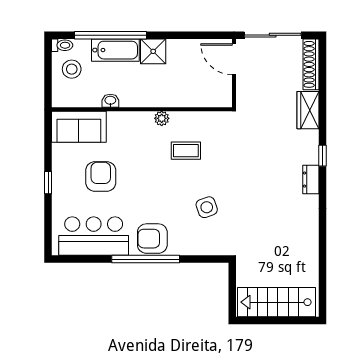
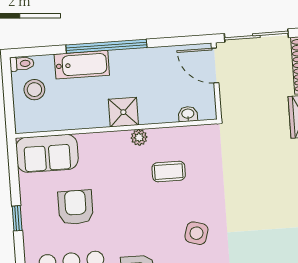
window: (110, 35) -> (106, 46), moved
shower: (153, 51) -> (123, 112), moved
washbasin: (110, 101) -> (188, 114), moved
side table: (207, 207) -> (196, 233), turned 36

